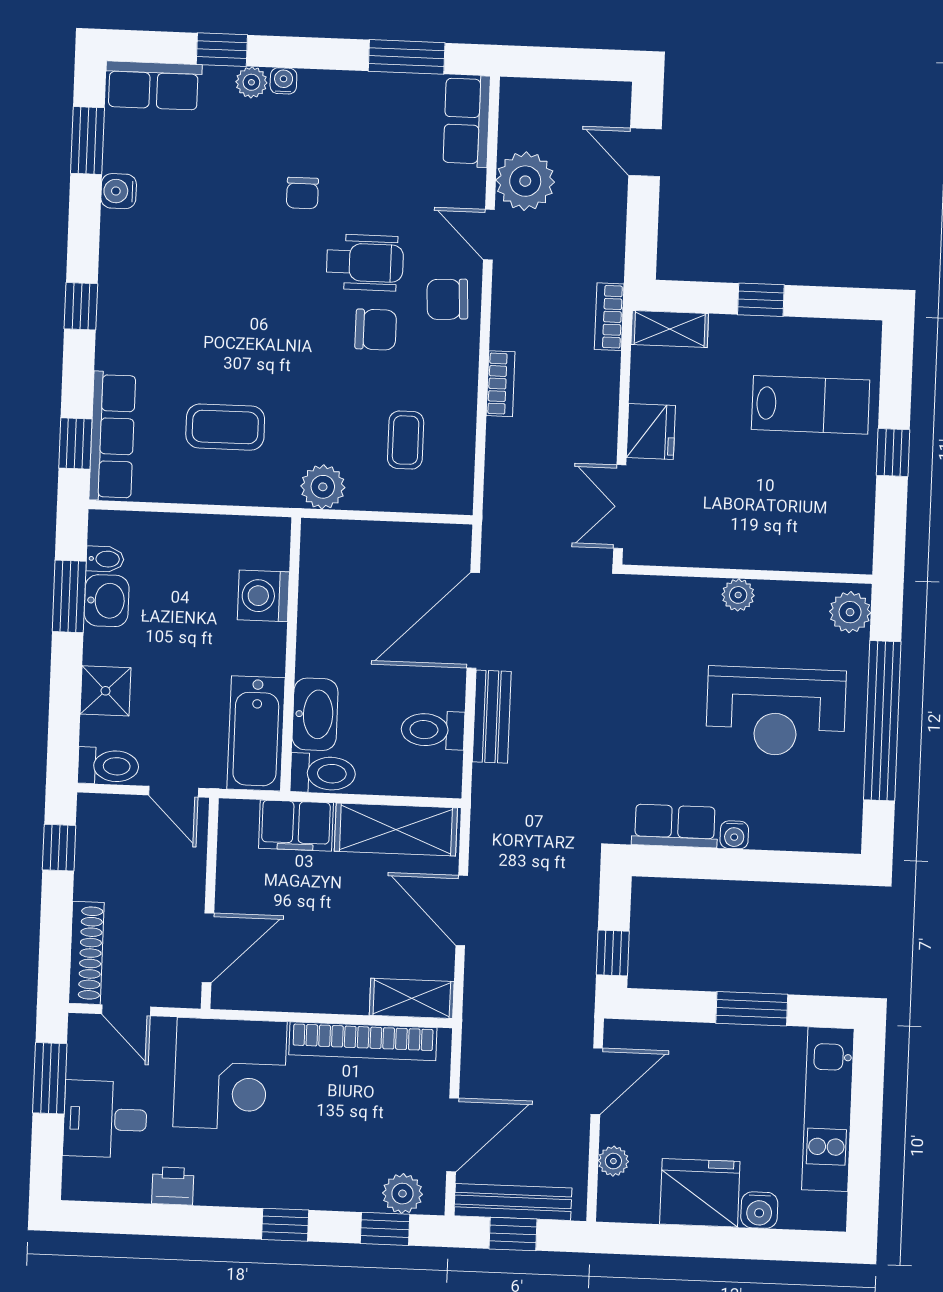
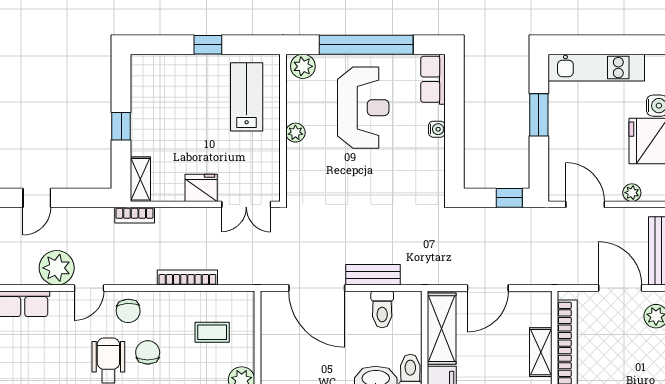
bookcase: (501, 384) -> (187, 278), width x1.56
lab bench: (811, 405) -> (247, 97), moved
row of seats: (675, 826) -> (433, 79), moved
shelving: (412, 998) -> (541, 352), moved

